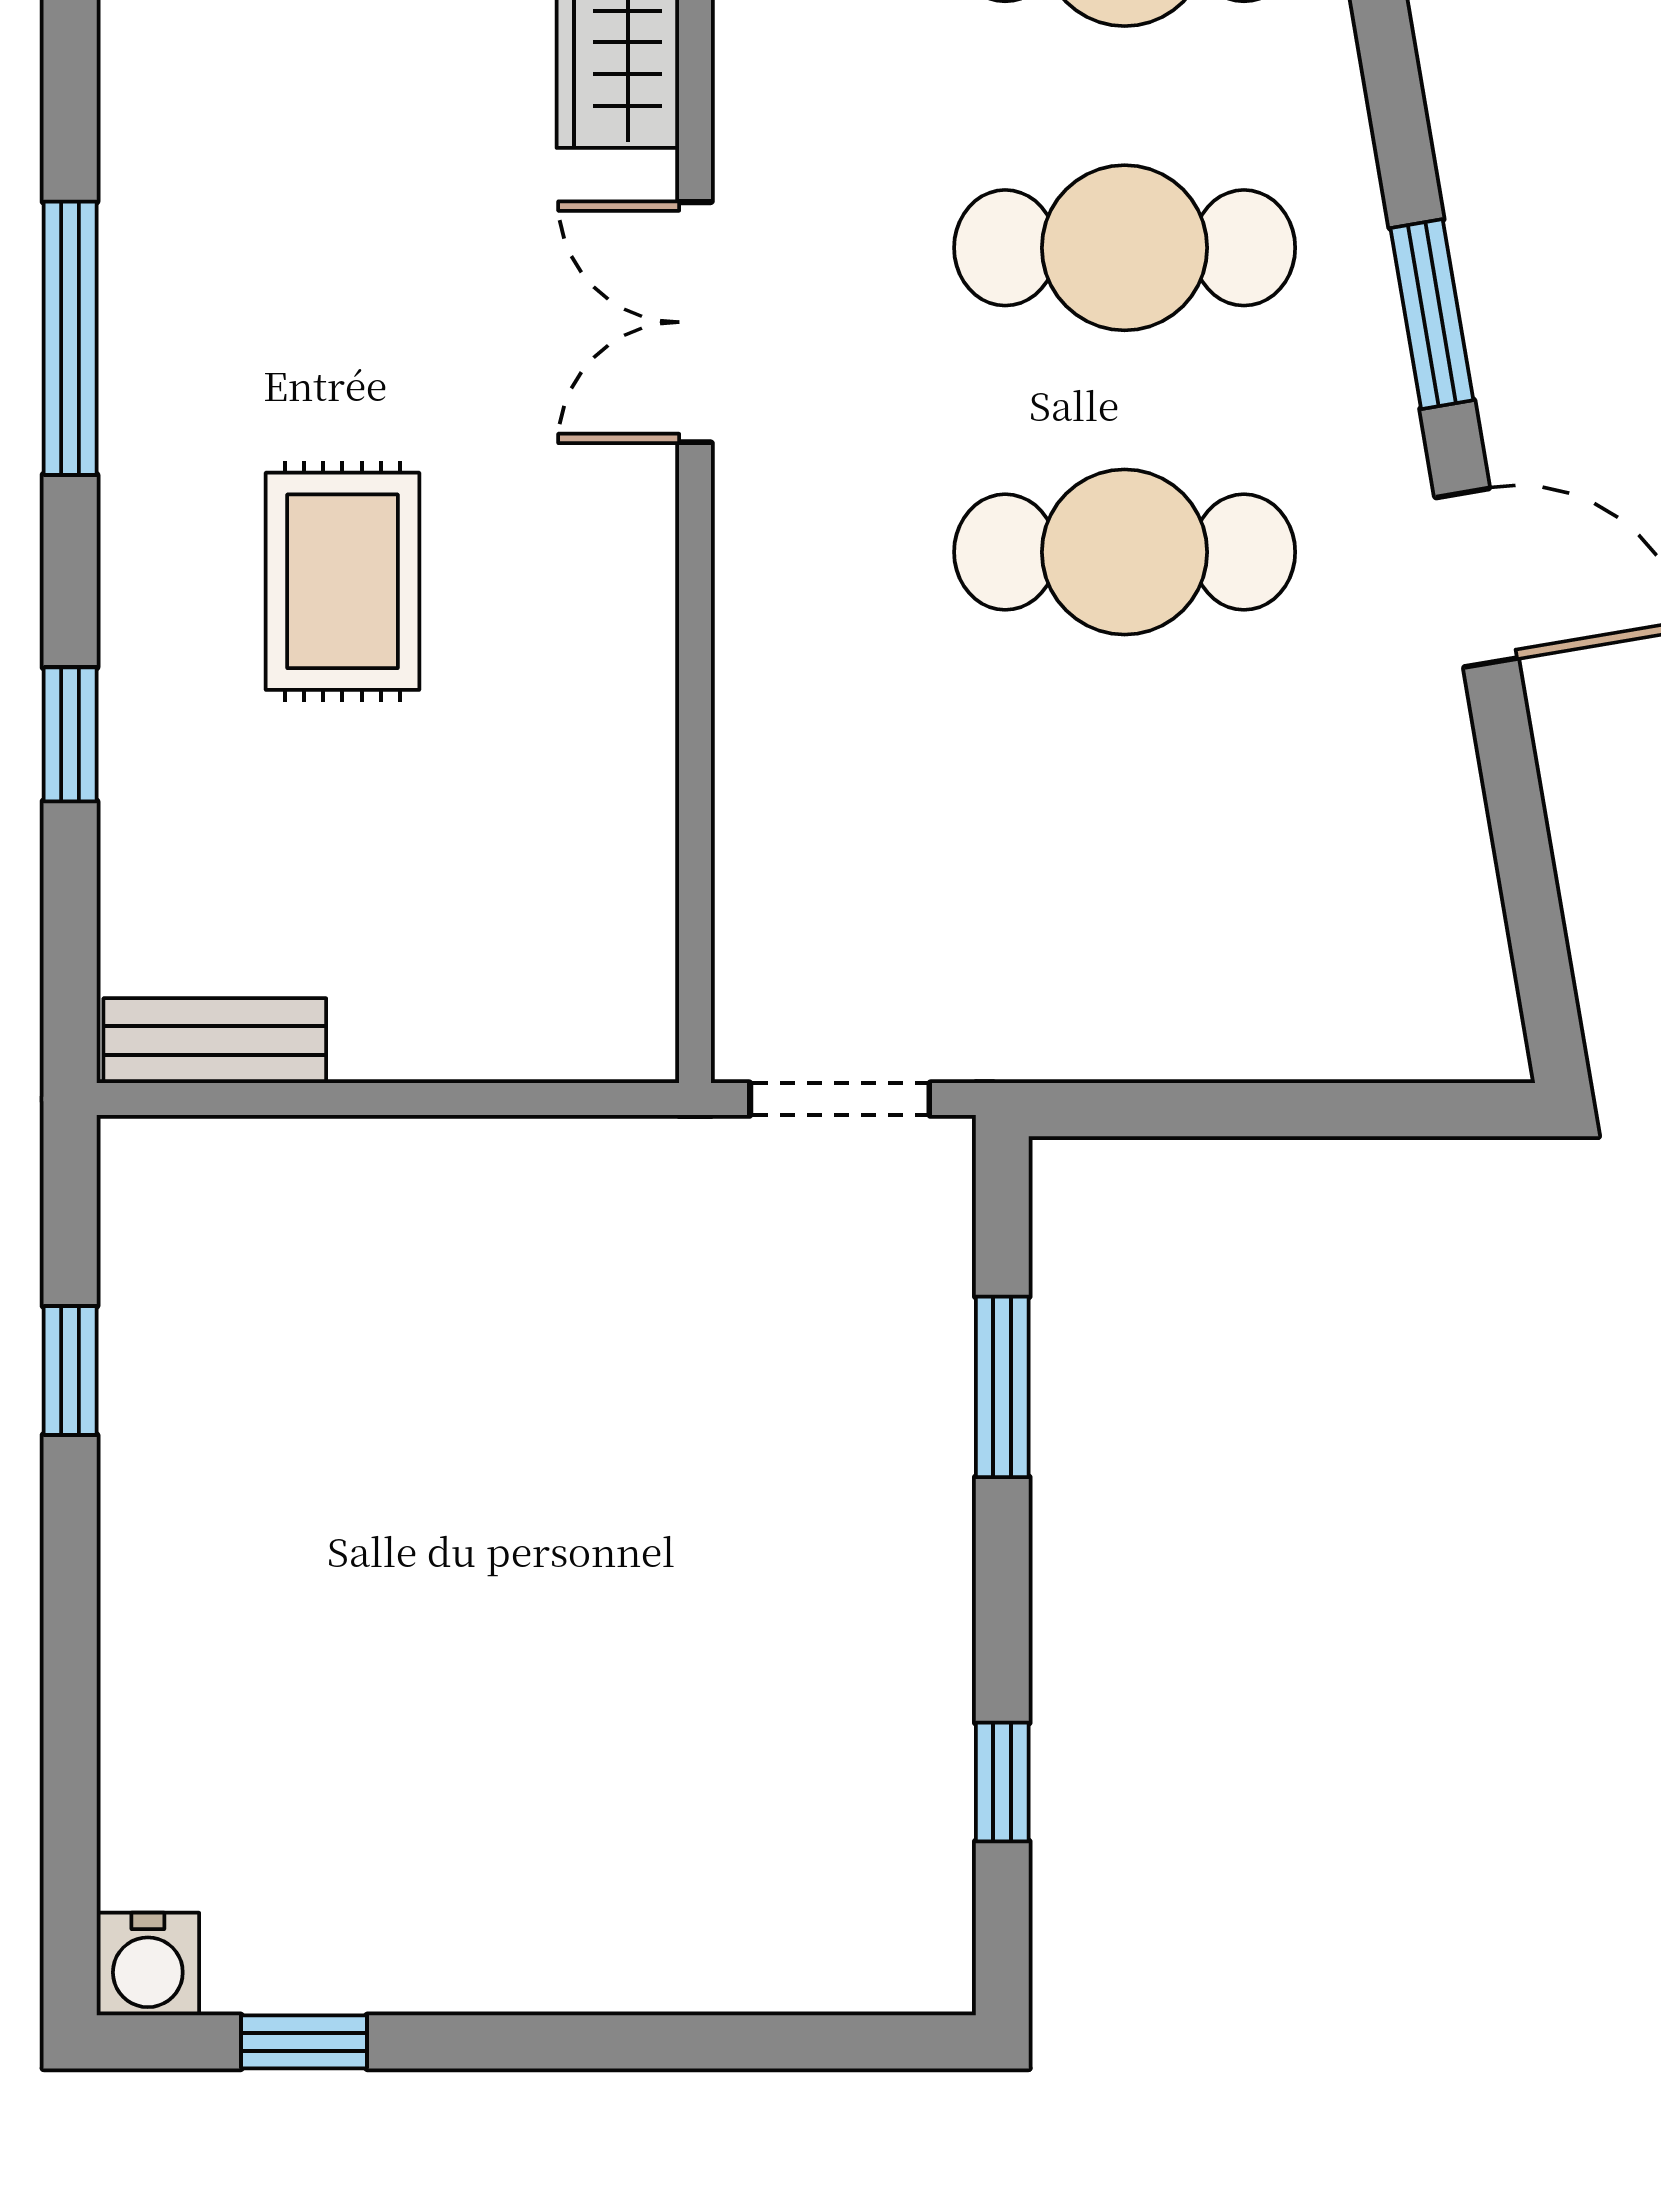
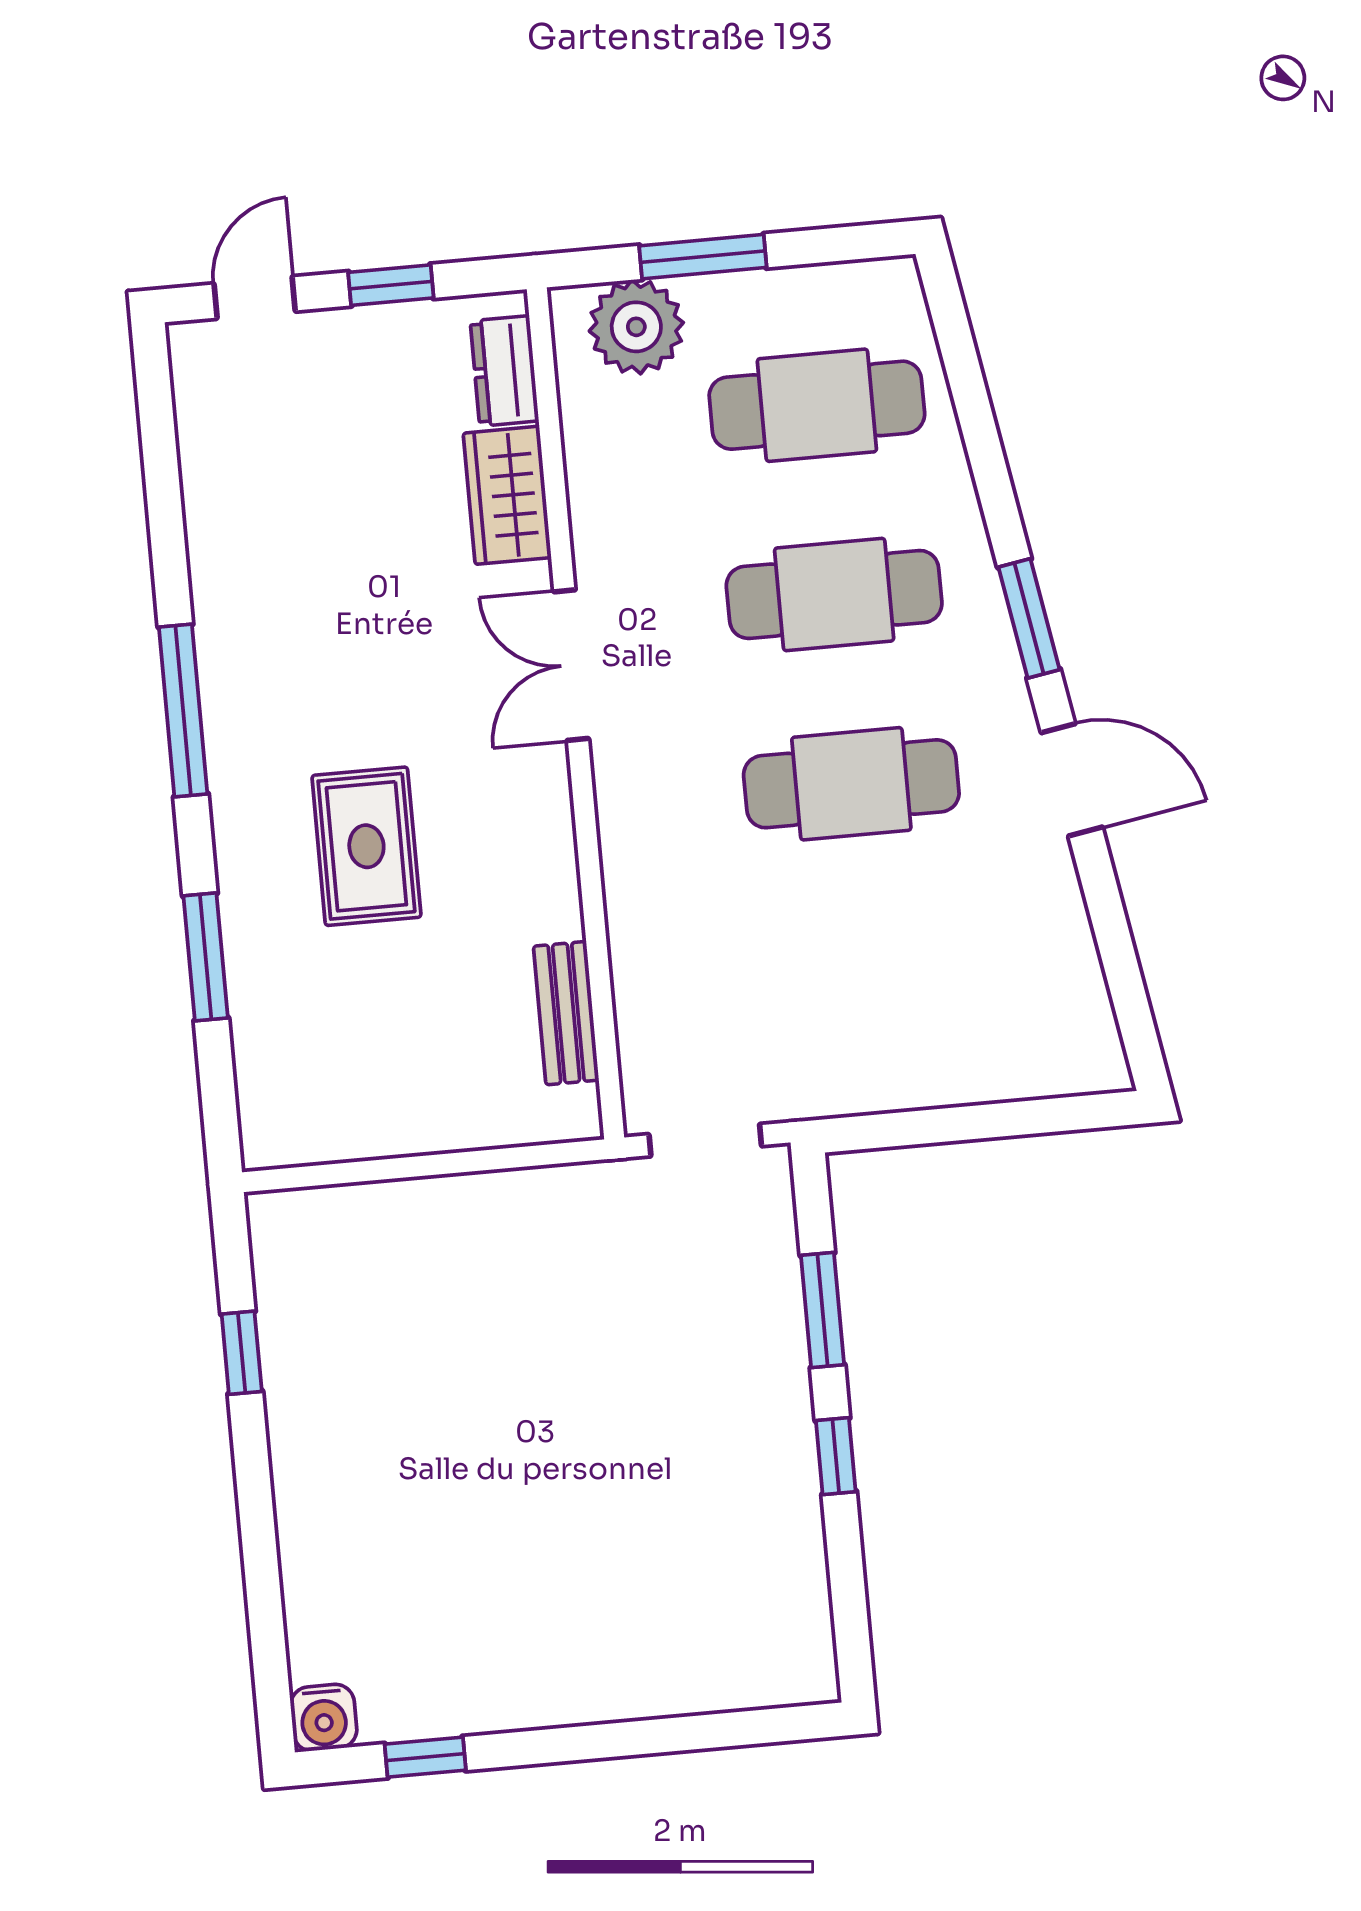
window: (70, 734) -> (206, 957), width x1.50
bench: (215, 1041) -> (566, 1013), moved, turned 90
window: (1002, 1782) -> (836, 1456), moved

